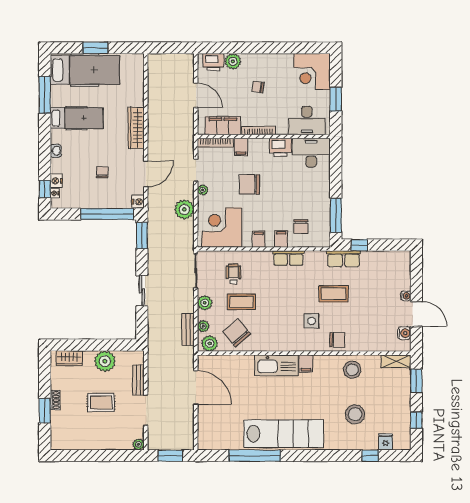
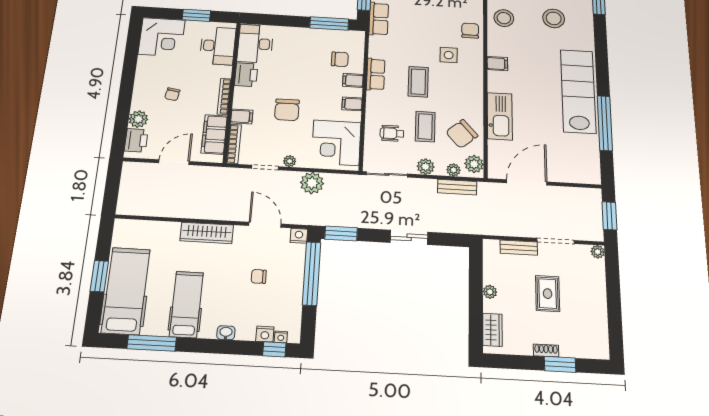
coffee table: (333, 294) -> (418, 82), moved
plant: (105, 361) -> (490, 292), width x0.53, depth x0.53
kitchen sink: (276, 365) -> (500, 116), moved

